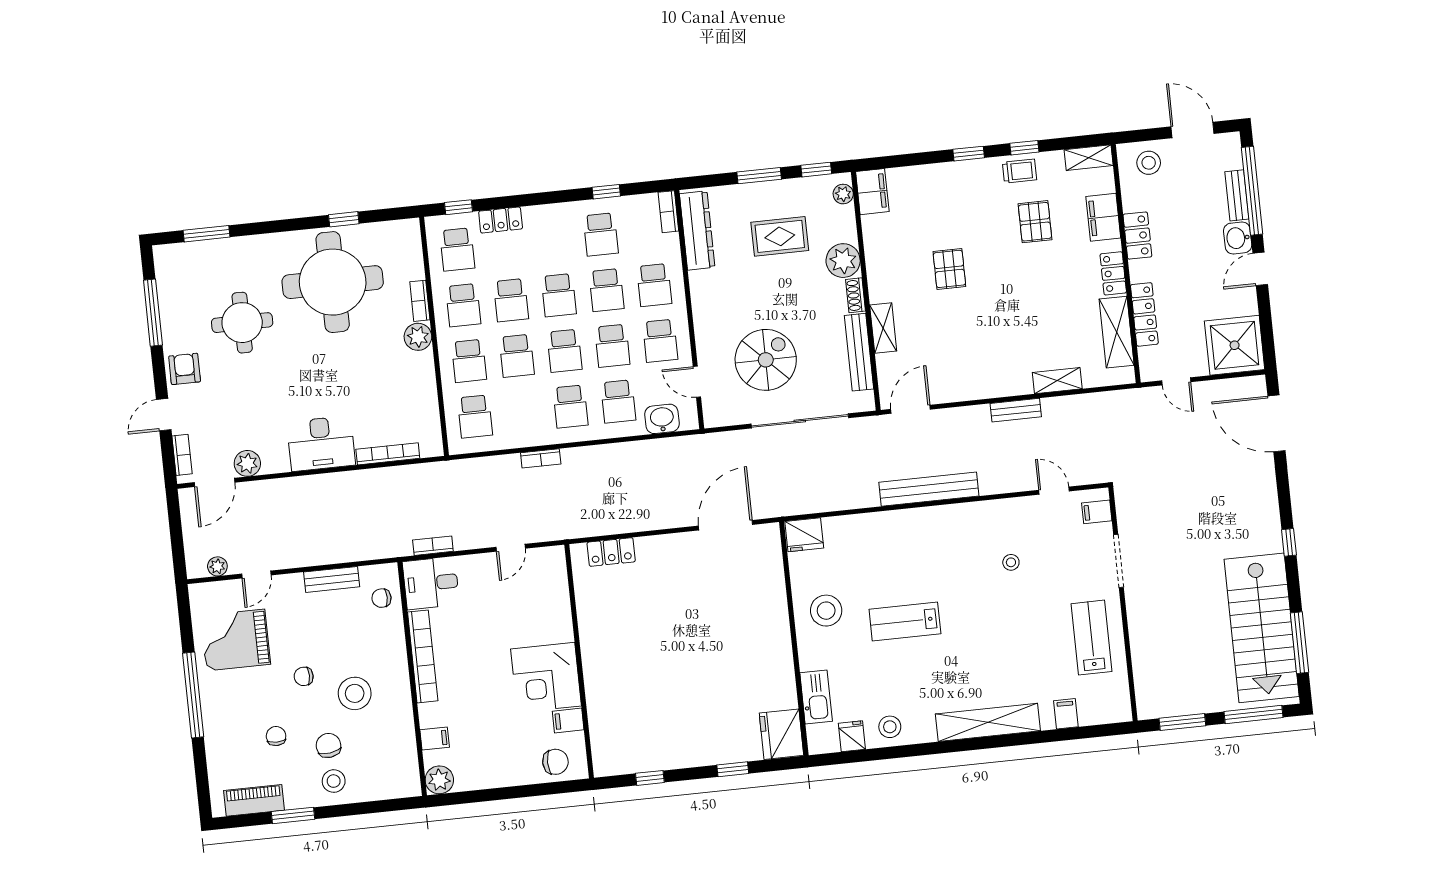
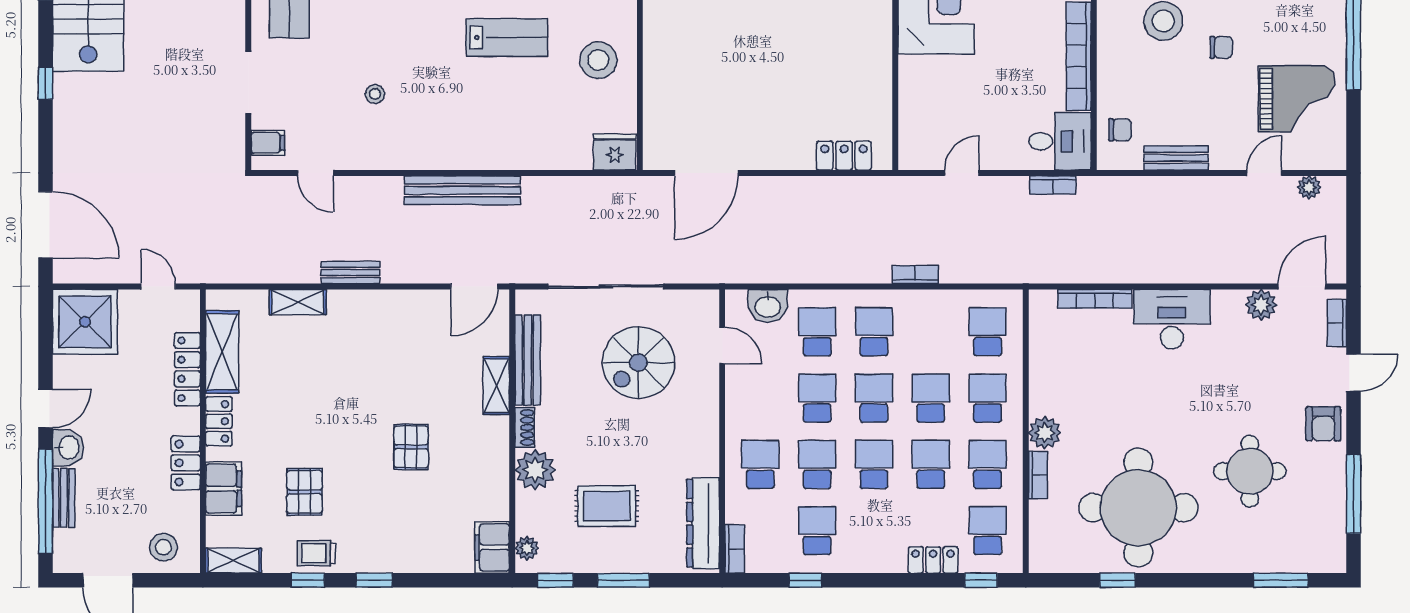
school desk: (660, 341) -> (760, 398), removed

